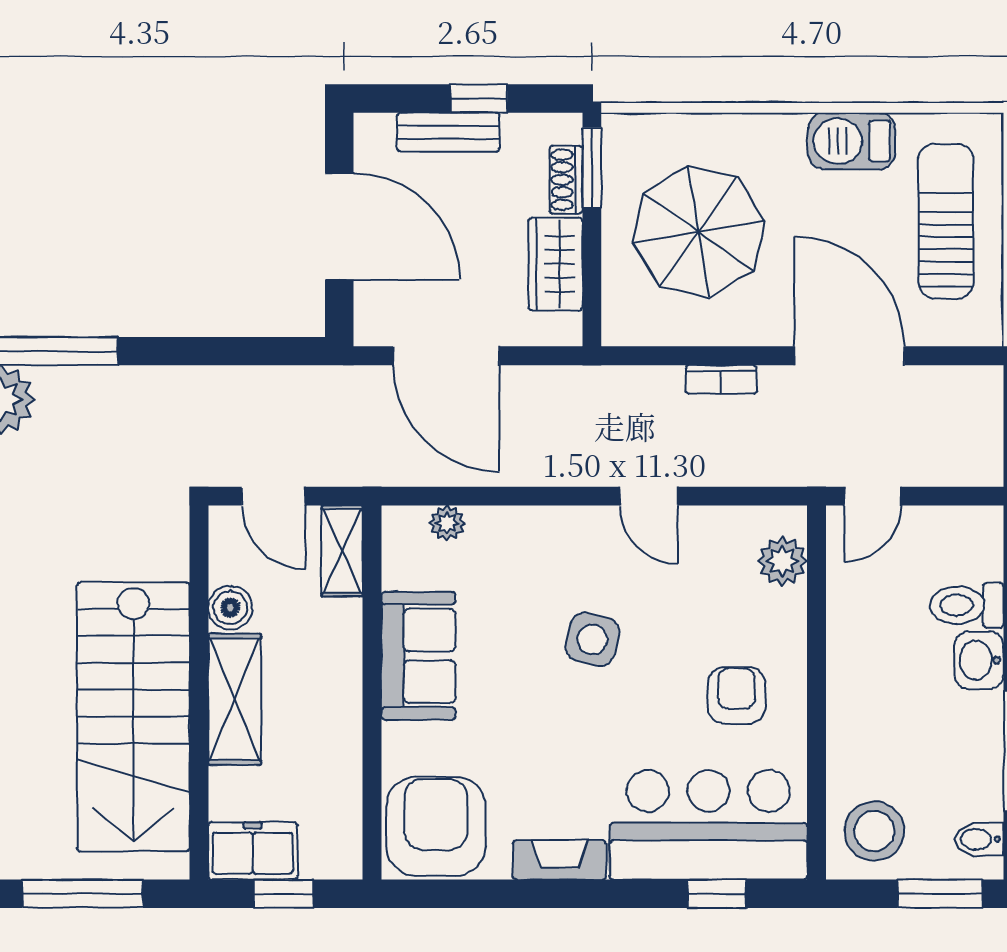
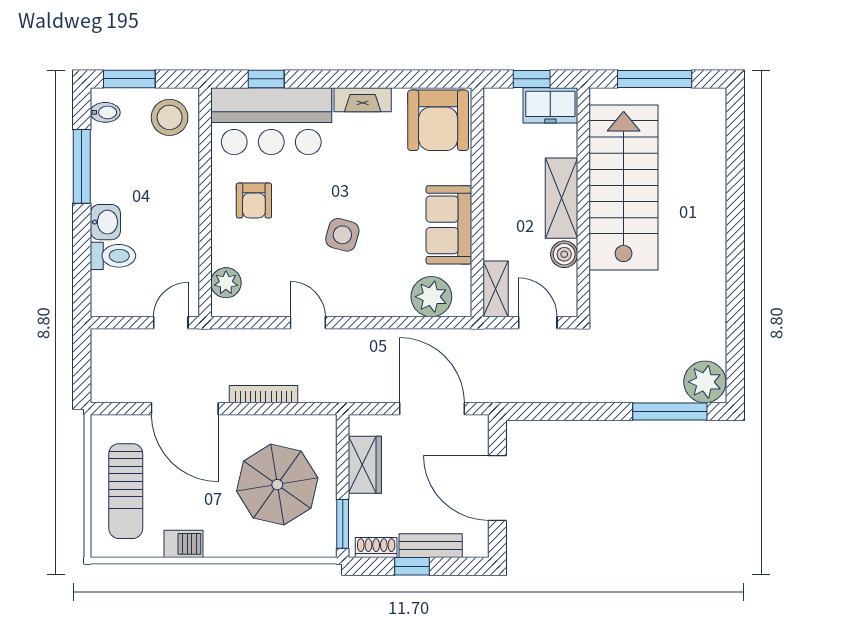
barbecue: (852, 141) -> (183, 544), width x0.73, depth x0.79
shoe rack: (566, 180) -> (376, 548), moved, turned -90
bookcase: (721, 379) -> (263, 394), width x1.56
plant: (447, 523) -> (431, 297), width x1.88, depth x1.88

